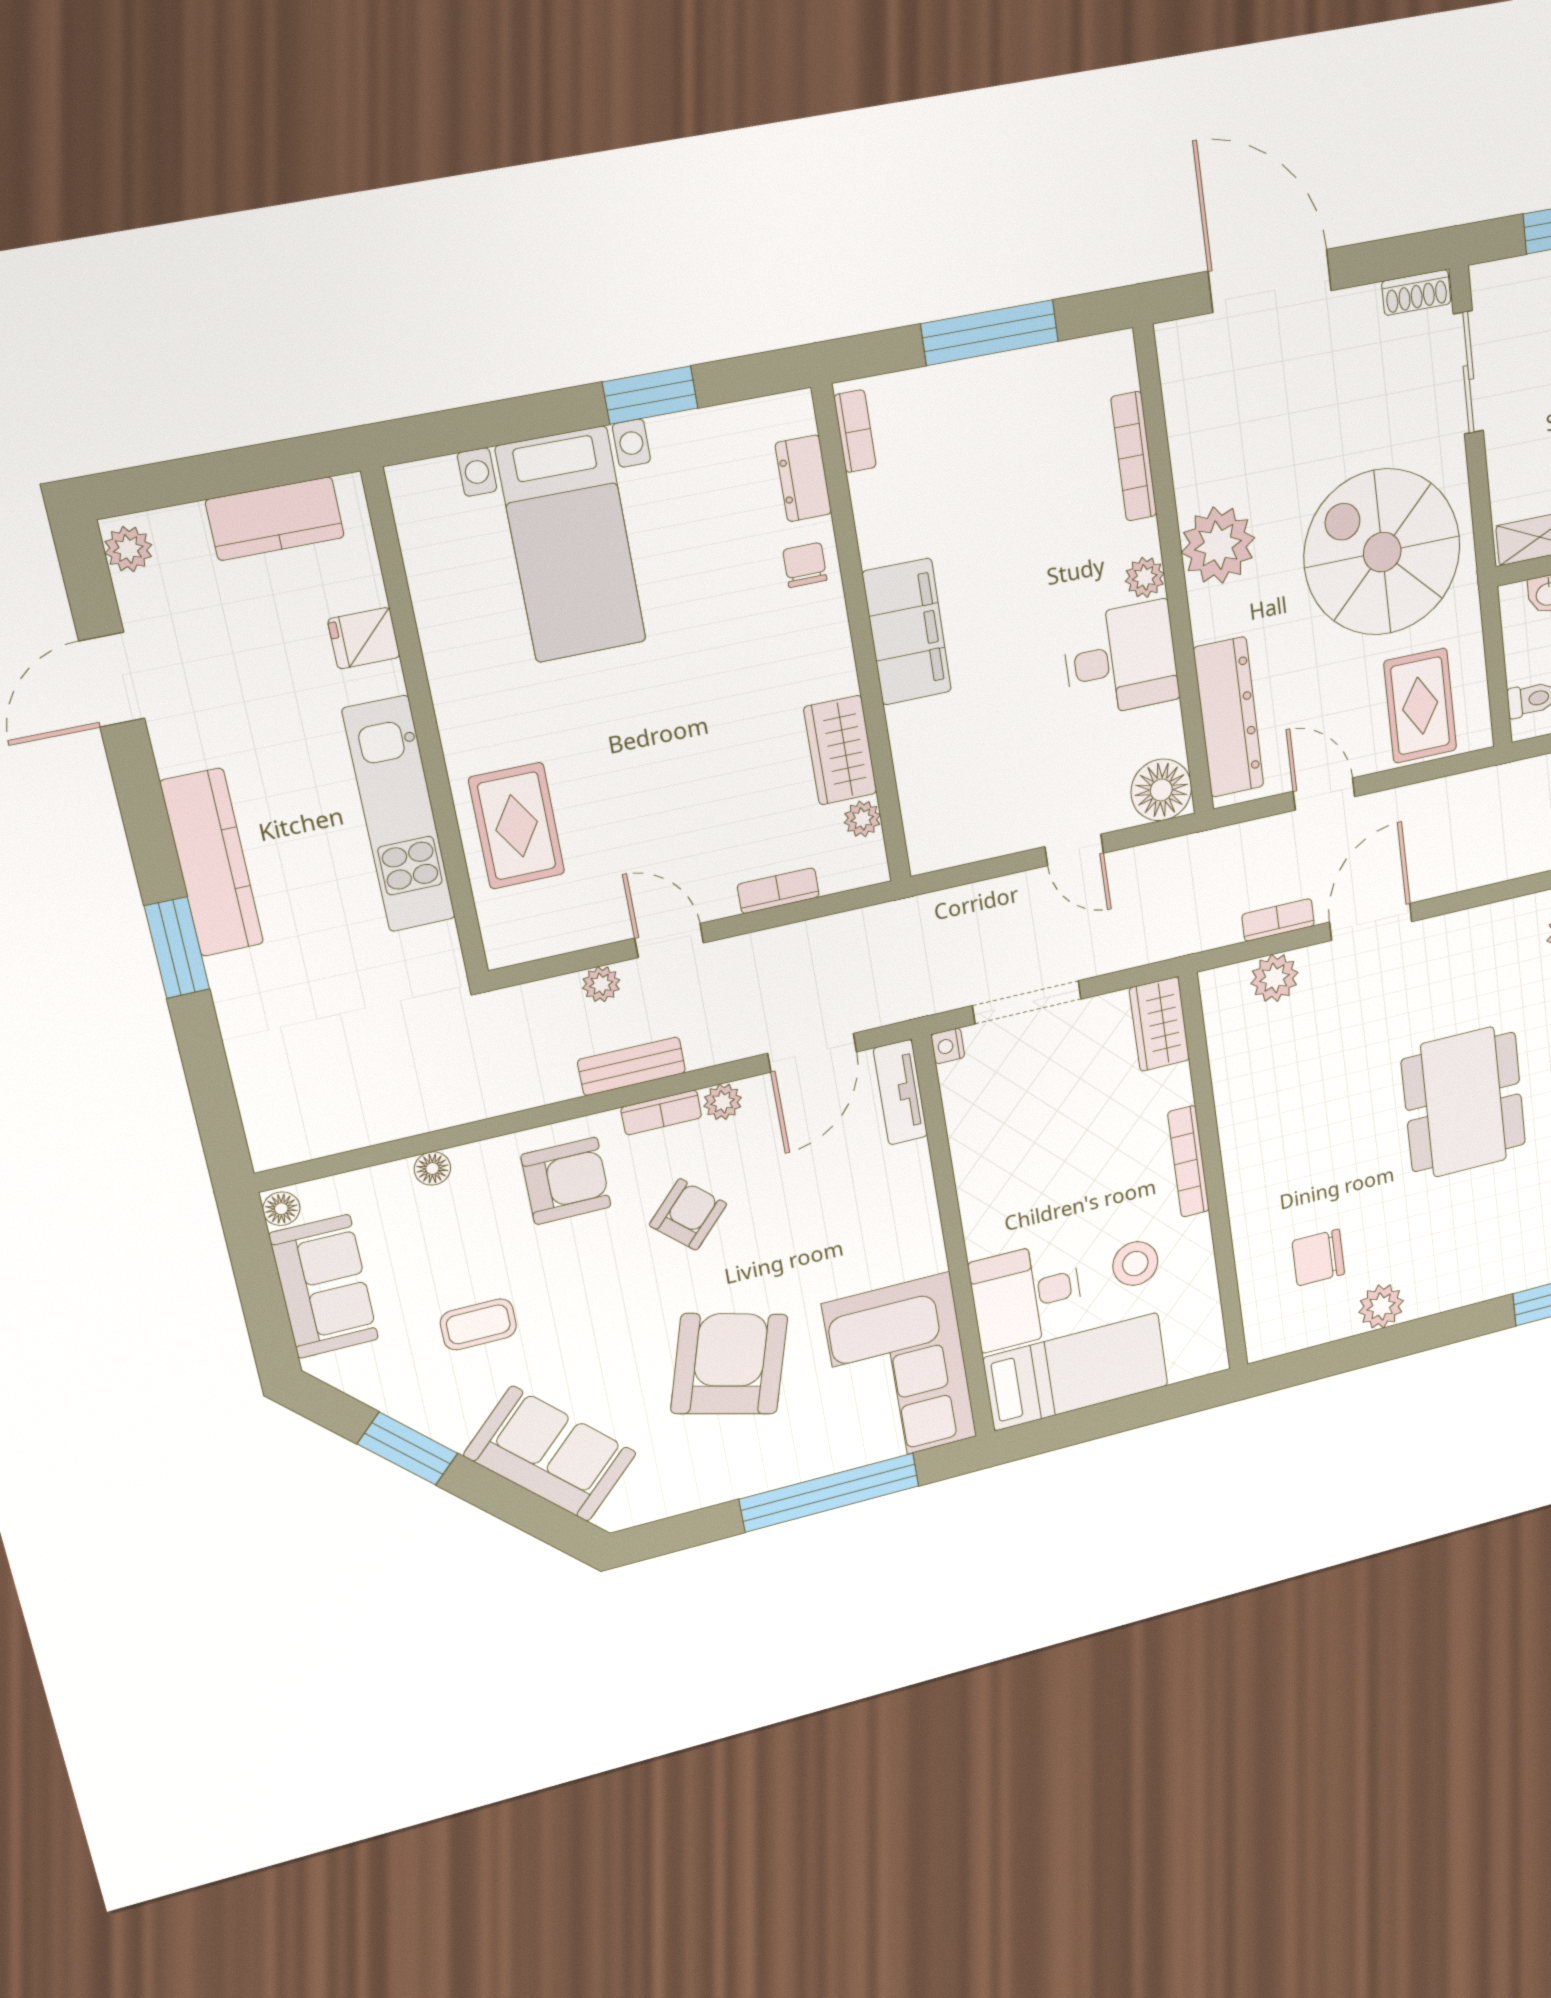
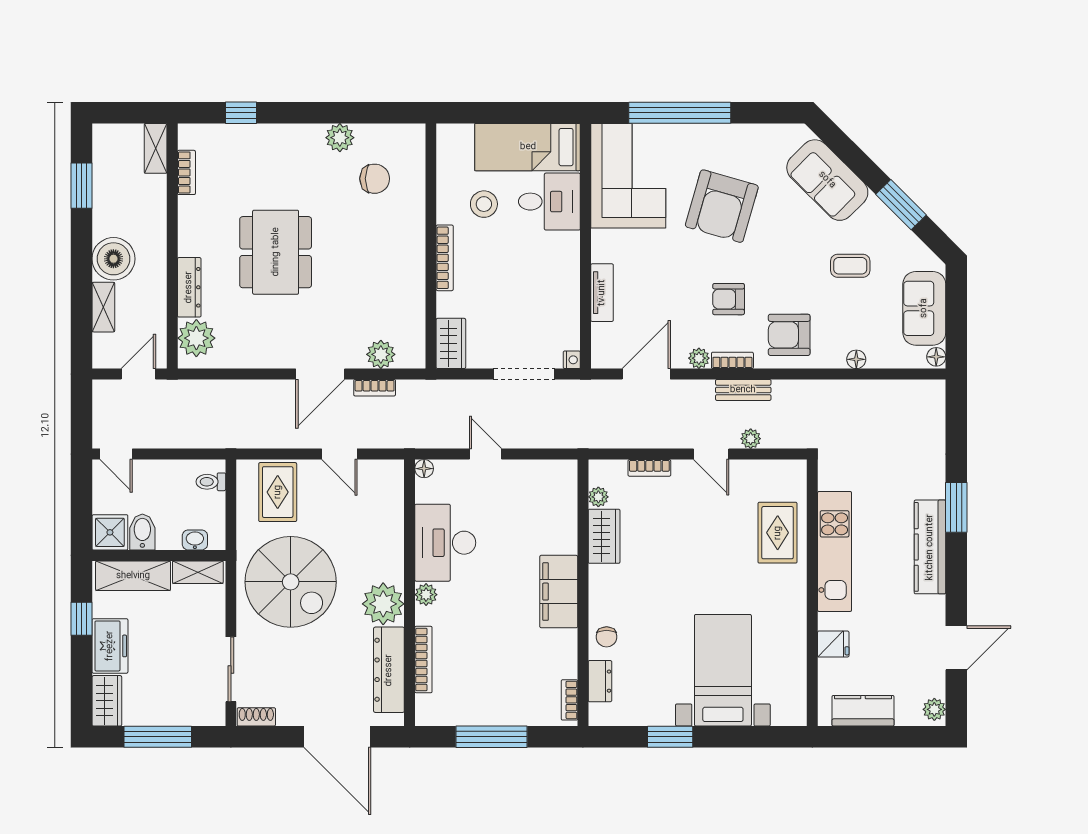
desk: (1121, 659) -> (445, 543), width x1.37
dresser: (1229, 717) -> (389, 670), moved
floor lamp: (1161, 790) -> (424, 469), width x0.53, depth x0.53
tv unit: (900, 1092) -> (602, 293), moved
armchair: (688, 1214) -> (729, 299), turned 47

